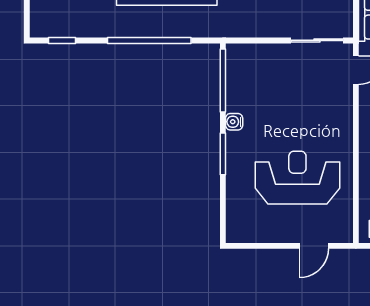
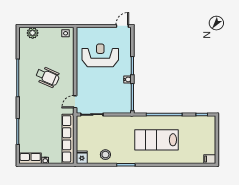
reception desk: (297, 178) -> (100, 55), turned 180
door: (314, 246) -> (122, 26), moved

